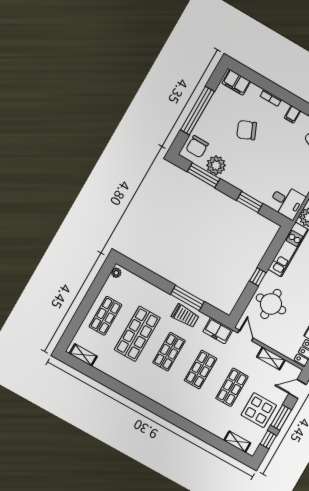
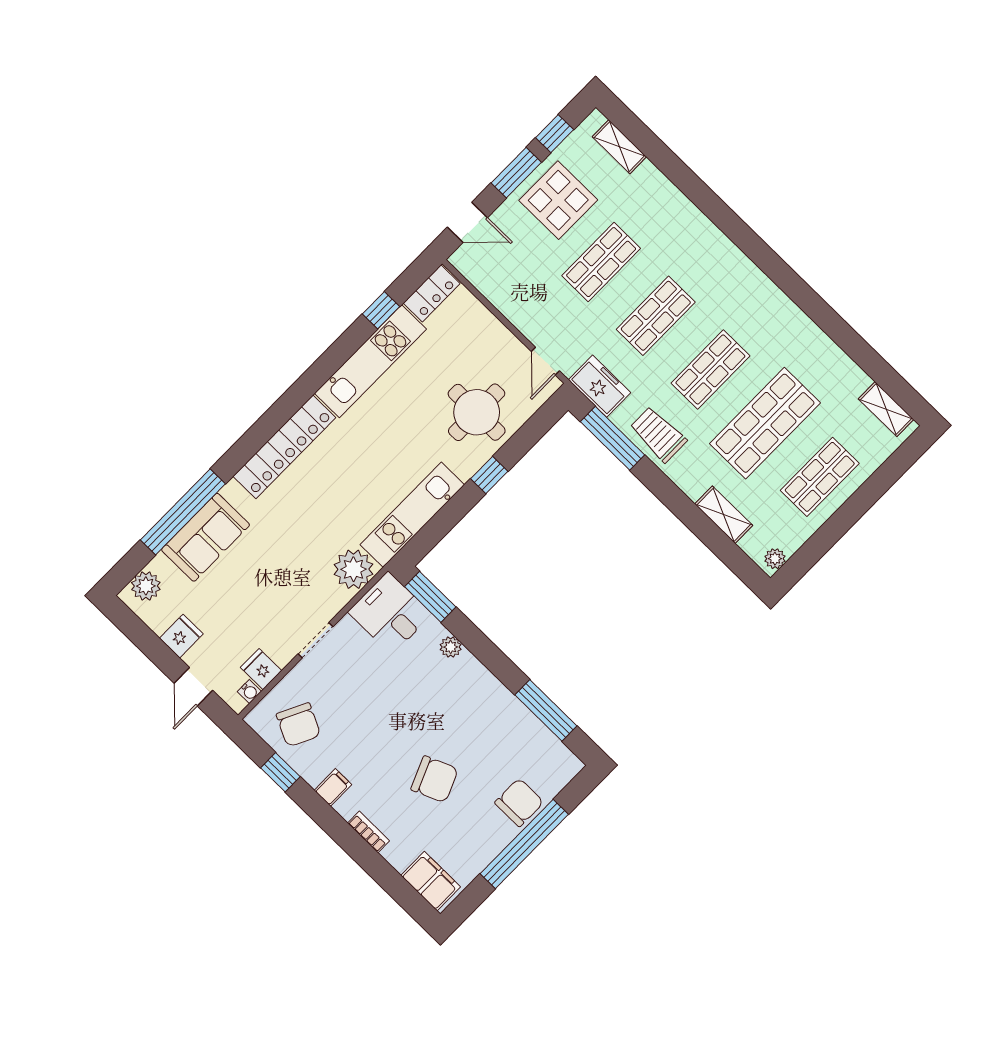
chair: (197, 147) -> (519, 802), moved
plant: (216, 165) -> (451, 647), moved, width x0.53, depth x0.53
window: (250, 202) -> (430, 597), moved
window: (187, 298) -> (612, 438), moved
shelving: (271, 358) -> (724, 515), moved

